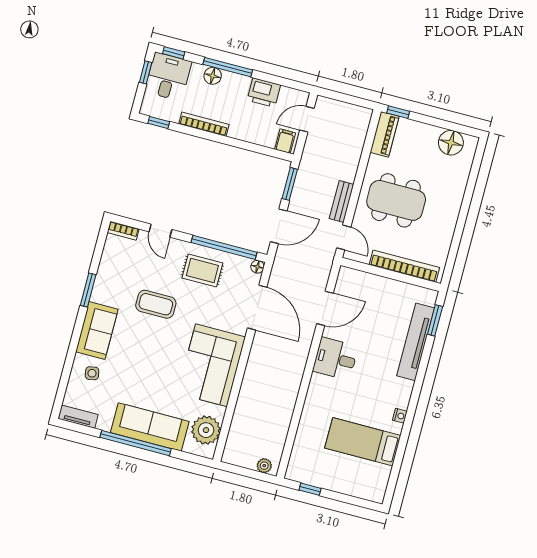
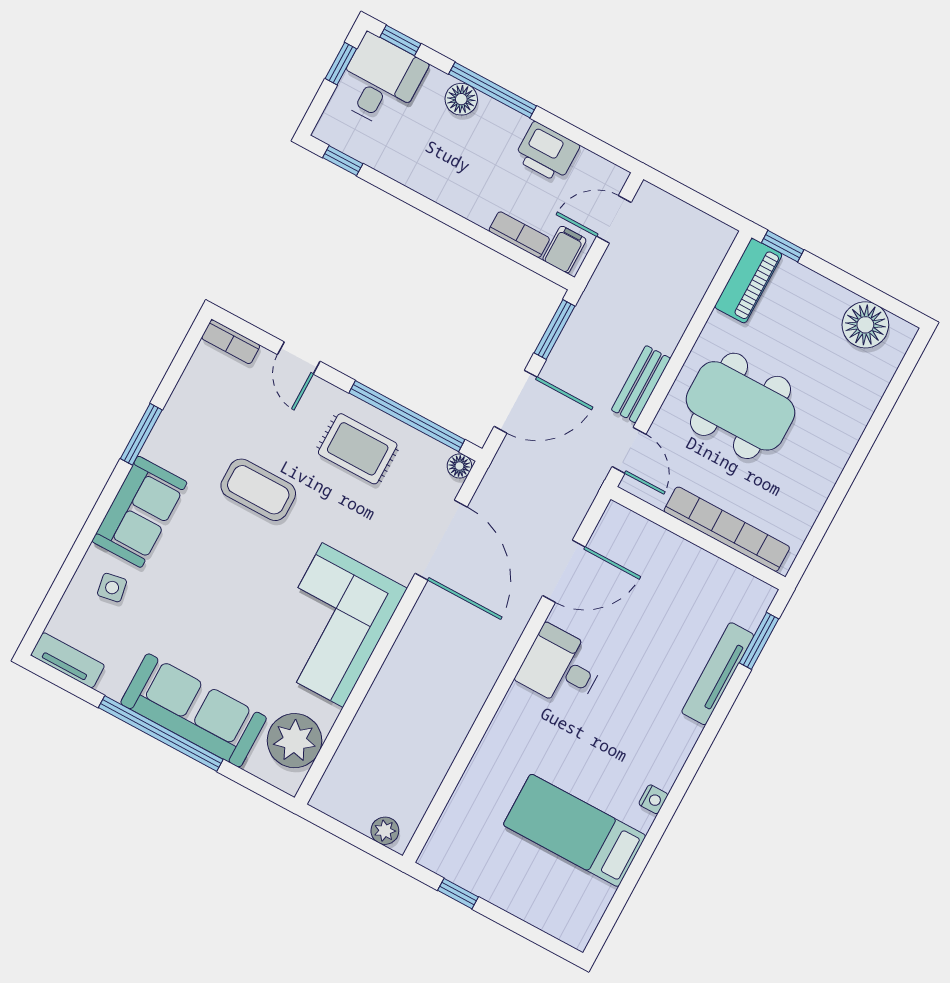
bookcase: (204, 124) -> (519, 235), moved, width x0.64
tv unit: (416, 342) -> (718, 674), width x0.73, depth x0.78

